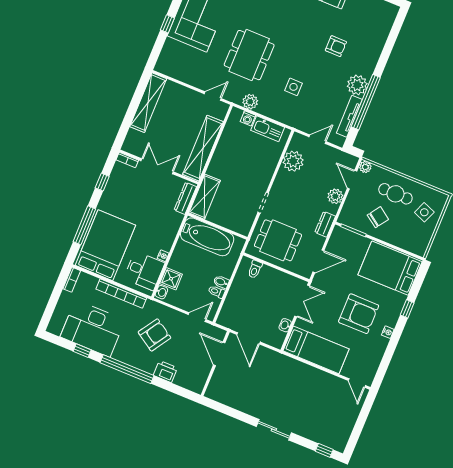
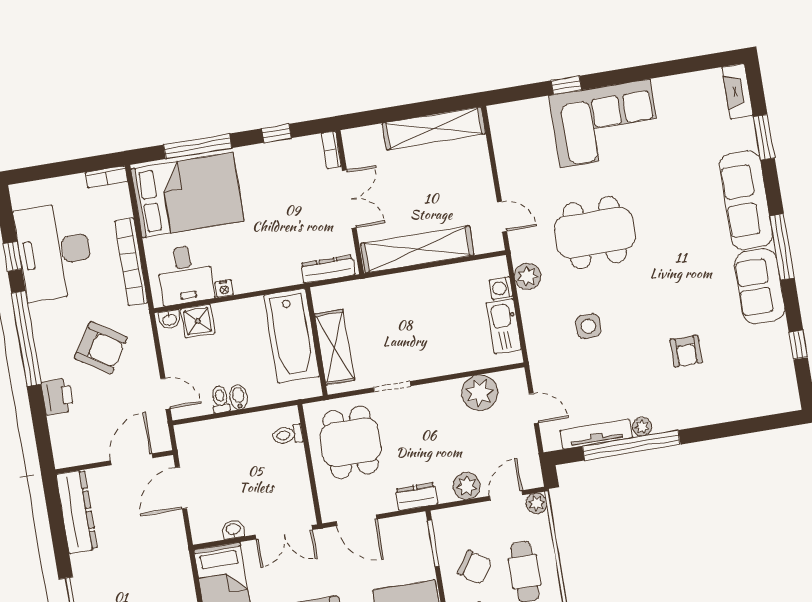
plant: (357, 85) -> (642, 427), width x0.53, depth x0.53
shelving: (205, 197) -> (334, 347), moved, turned 90
dresser: (228, 397) -> (77, 512), added

